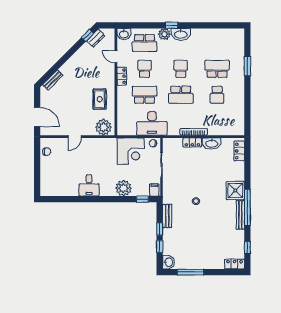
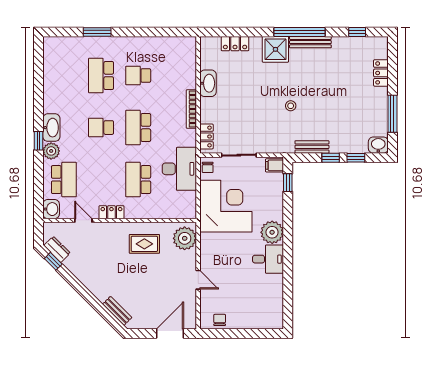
door: (116, 57) -> (83, 220), swing flipped
school desk: (144, 69) -> (101, 180), removed
school desk: (181, 95) -> (138, 128), turned 180
school desk: (217, 95) -> (138, 75), turned 180
locker: (192, 142) -> (206, 136), moved
corner desk: (131, 151) -> (226, 206), width x1.36, depth x1.36
locker: (239, 151) -> (235, 44), moved
plant: (123, 188) -> (272, 232), moved
locker: (235, 264) -> (381, 73), moved

